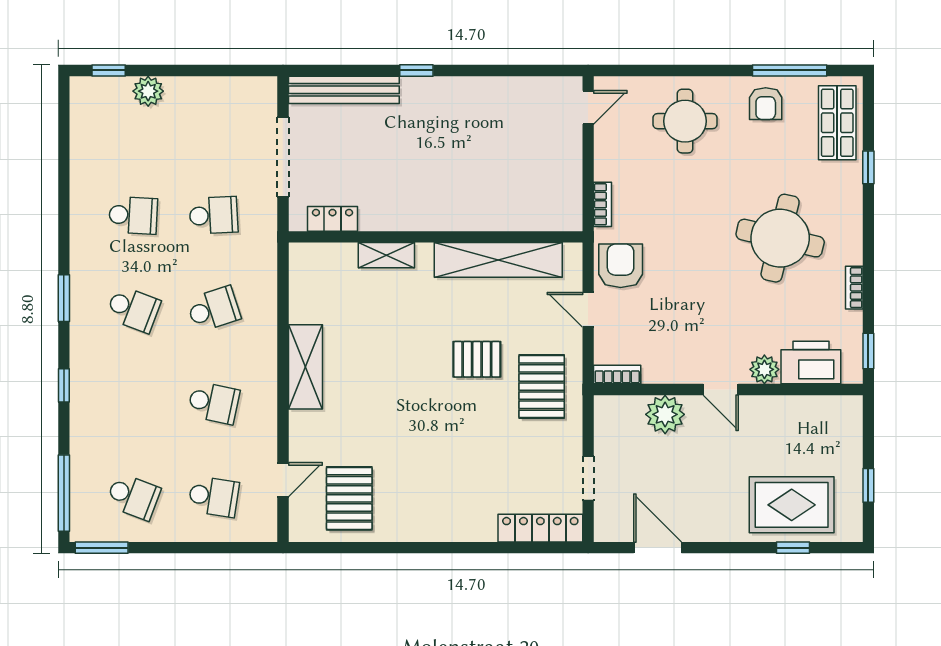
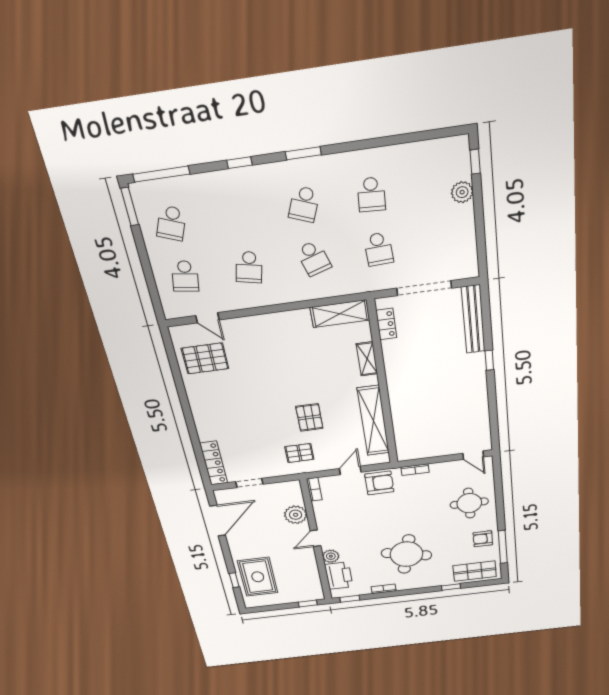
shelving: (305, 367) -> (340, 314), moved
pallet: (542, 387) -> (299, 453), width x0.67, depth x0.71
window: (868, 485) -> (308, 604), moved
door: (658, 548) -> (218, 521), width x1.36

